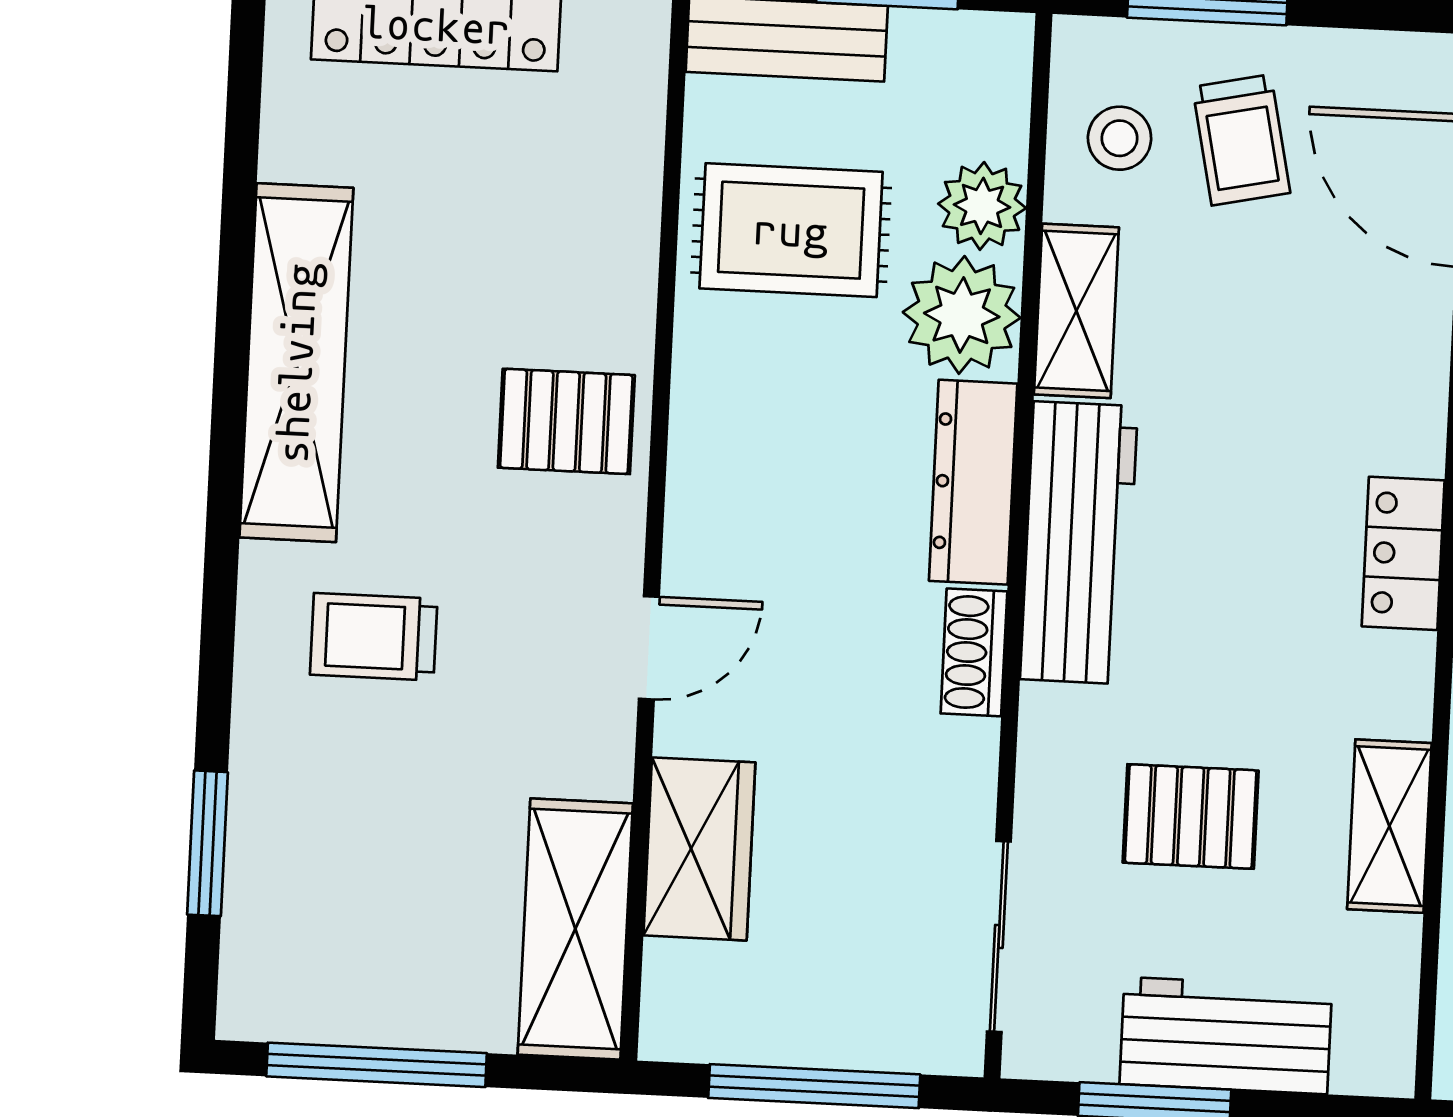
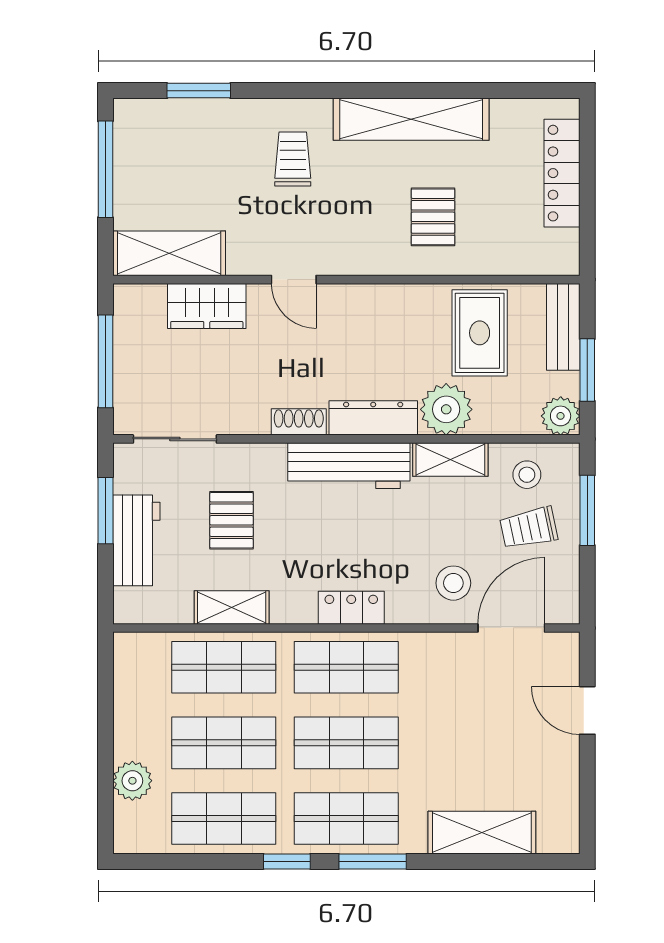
plant: (982, 206) -> (561, 416), moved
stool: (1358, 318) -> (453, 583), added
pallet: (566, 421) -> (433, 217), moved

